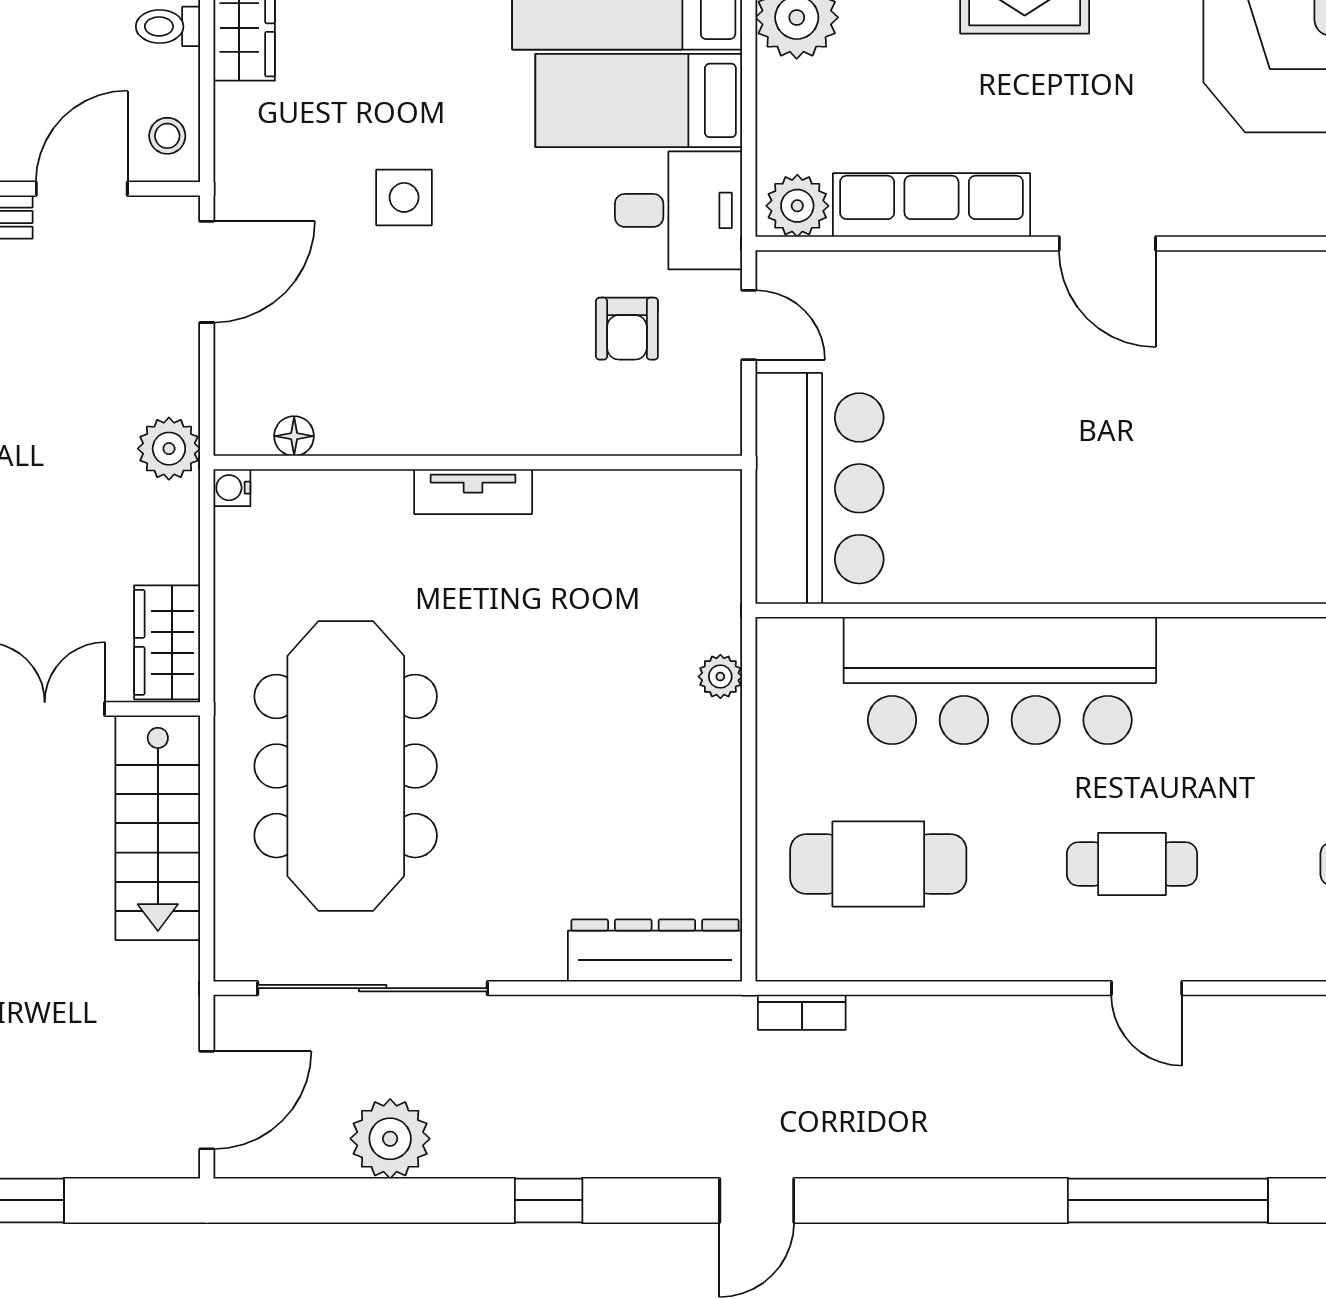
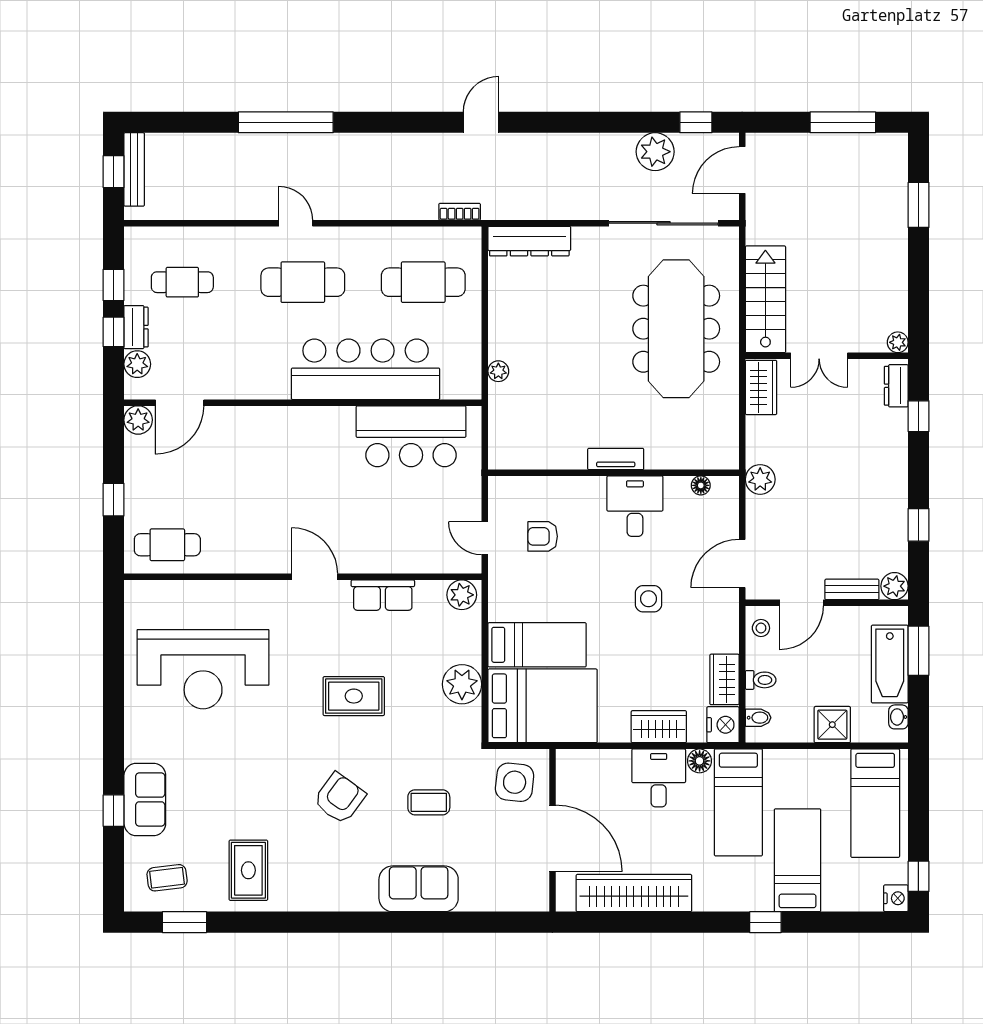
row of seats: (932, 205) -> (383, 595), width x0.68
desk: (679, 210) -> (635, 506), moved, turned 90
armchair: (627, 329) -> (543, 536), turned -90
water cooler: (232, 488) -> (730, 461), removed
bar counter: (819, 488) -> (411, 436), moved, turned -90
cafe table: (1132, 864) -> (303, 282), width x1.37, depth x1.35
window: (549, 1200) -> (696, 122), moved

